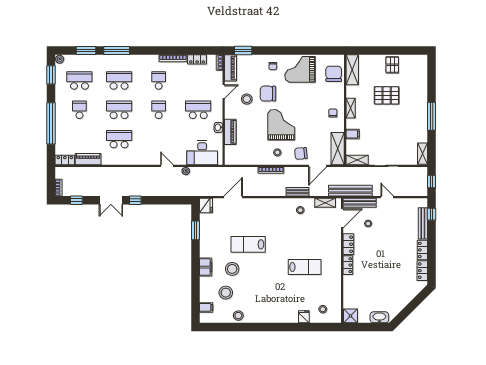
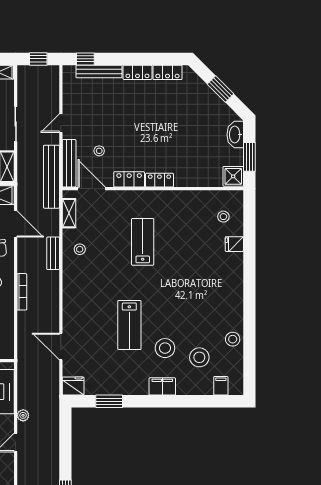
lab bench: (305, 267) -> (143, 242), moved
window: (411, 307) -> (221, 89), added
window: (364, 327) -> (249, 157), added

